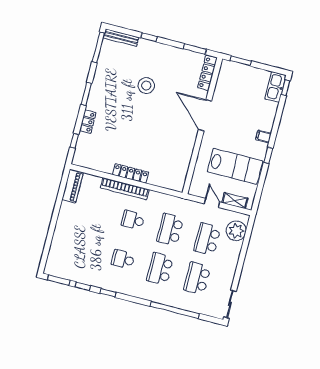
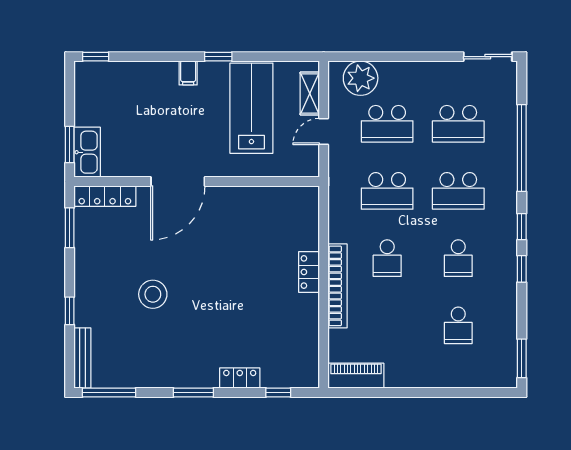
kitchen sink: (275, 87) -> (87, 152), moved, turned -90
locker: (130, 173) -> (309, 272), width x0.66
school desk: (86, 250) -> (458, 325), added
window: (83, 286) -> (522, 227), moved

